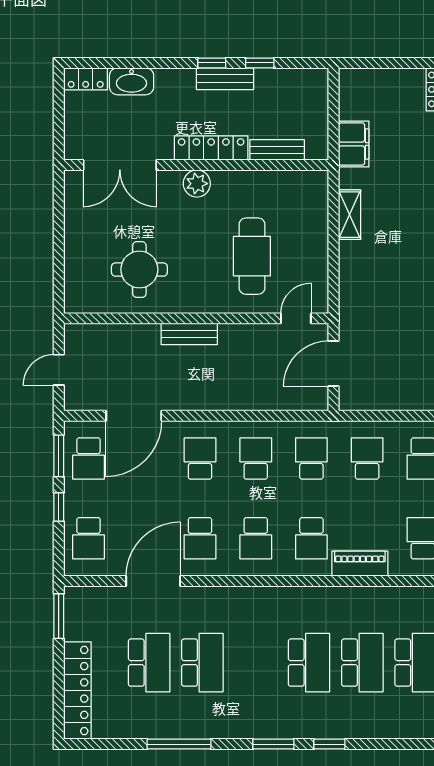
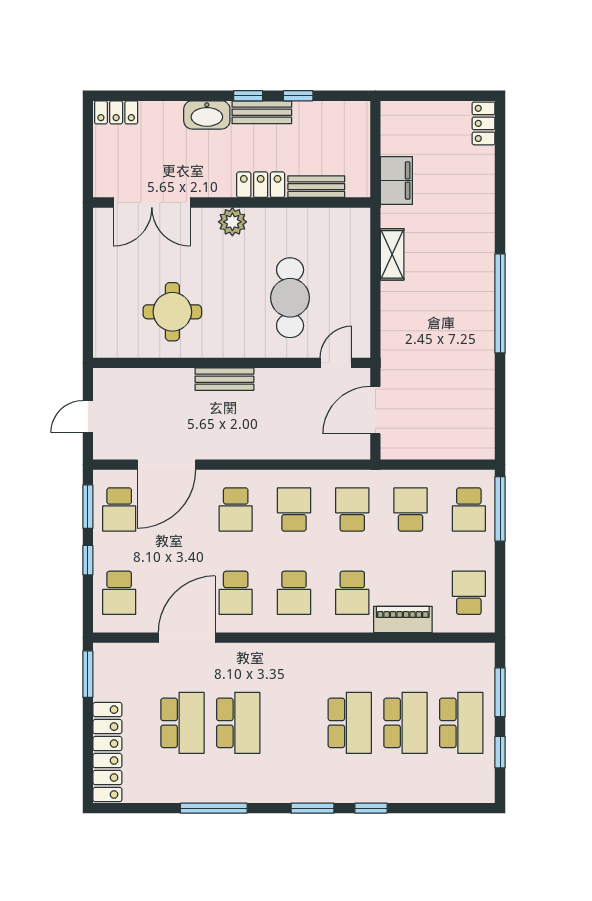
washbasin: (132, 81) -> (207, 115), moved
locker: (211, 148) -> (261, 185), width x0.66
school desk: (200, 459) -> (236, 509), turned 180

